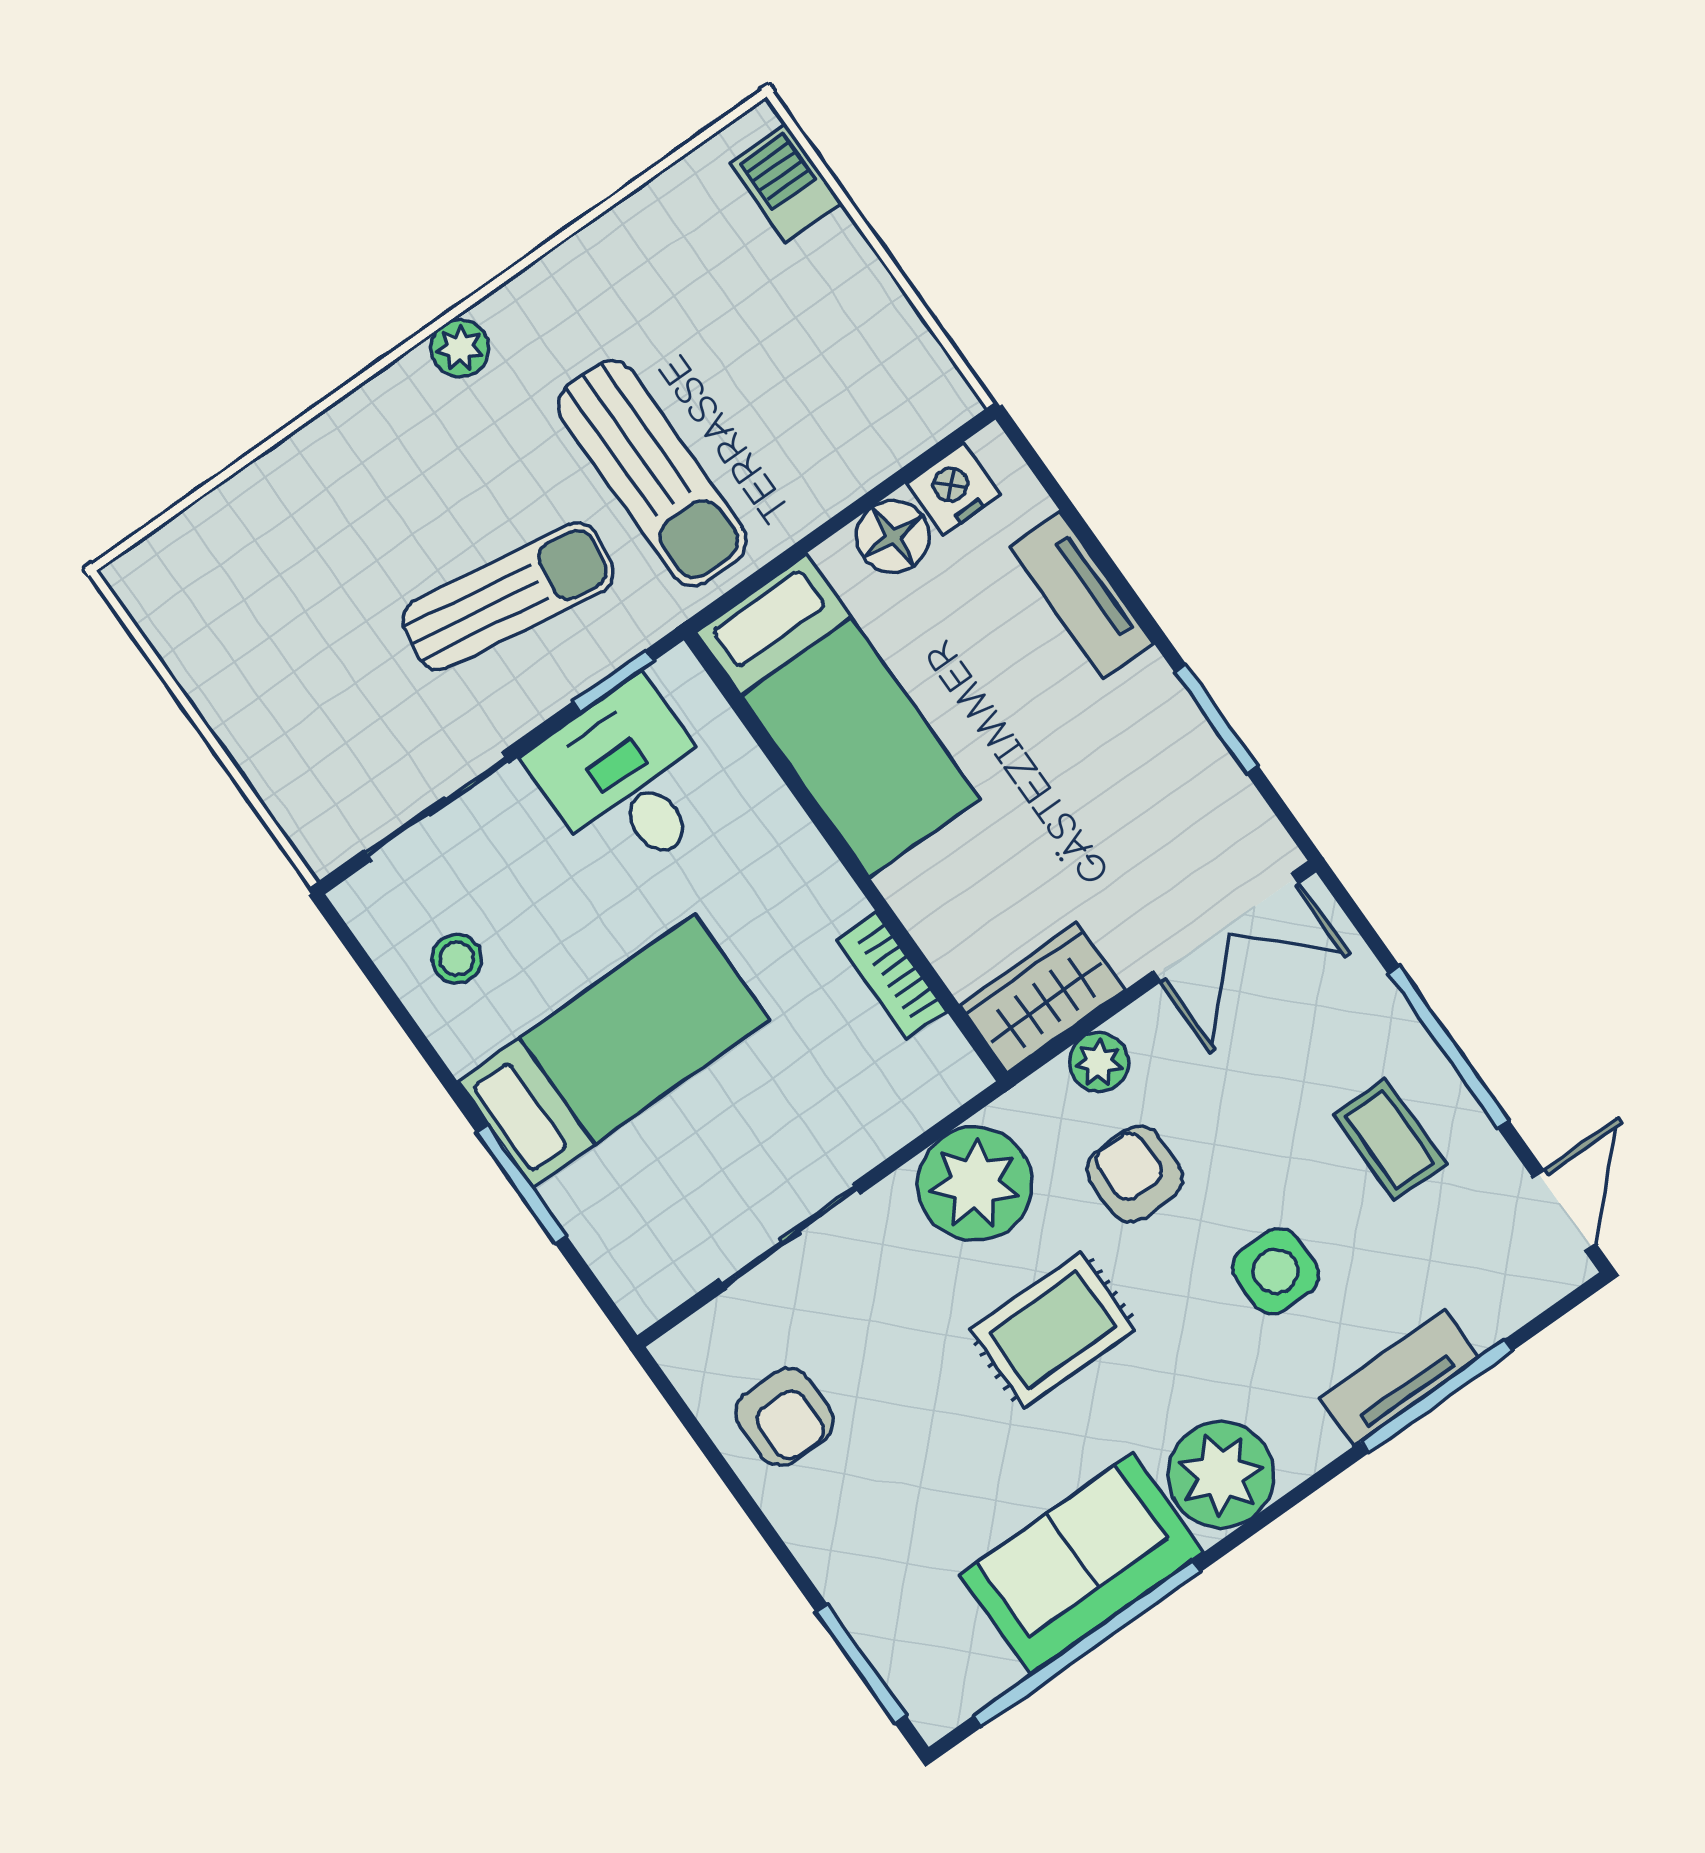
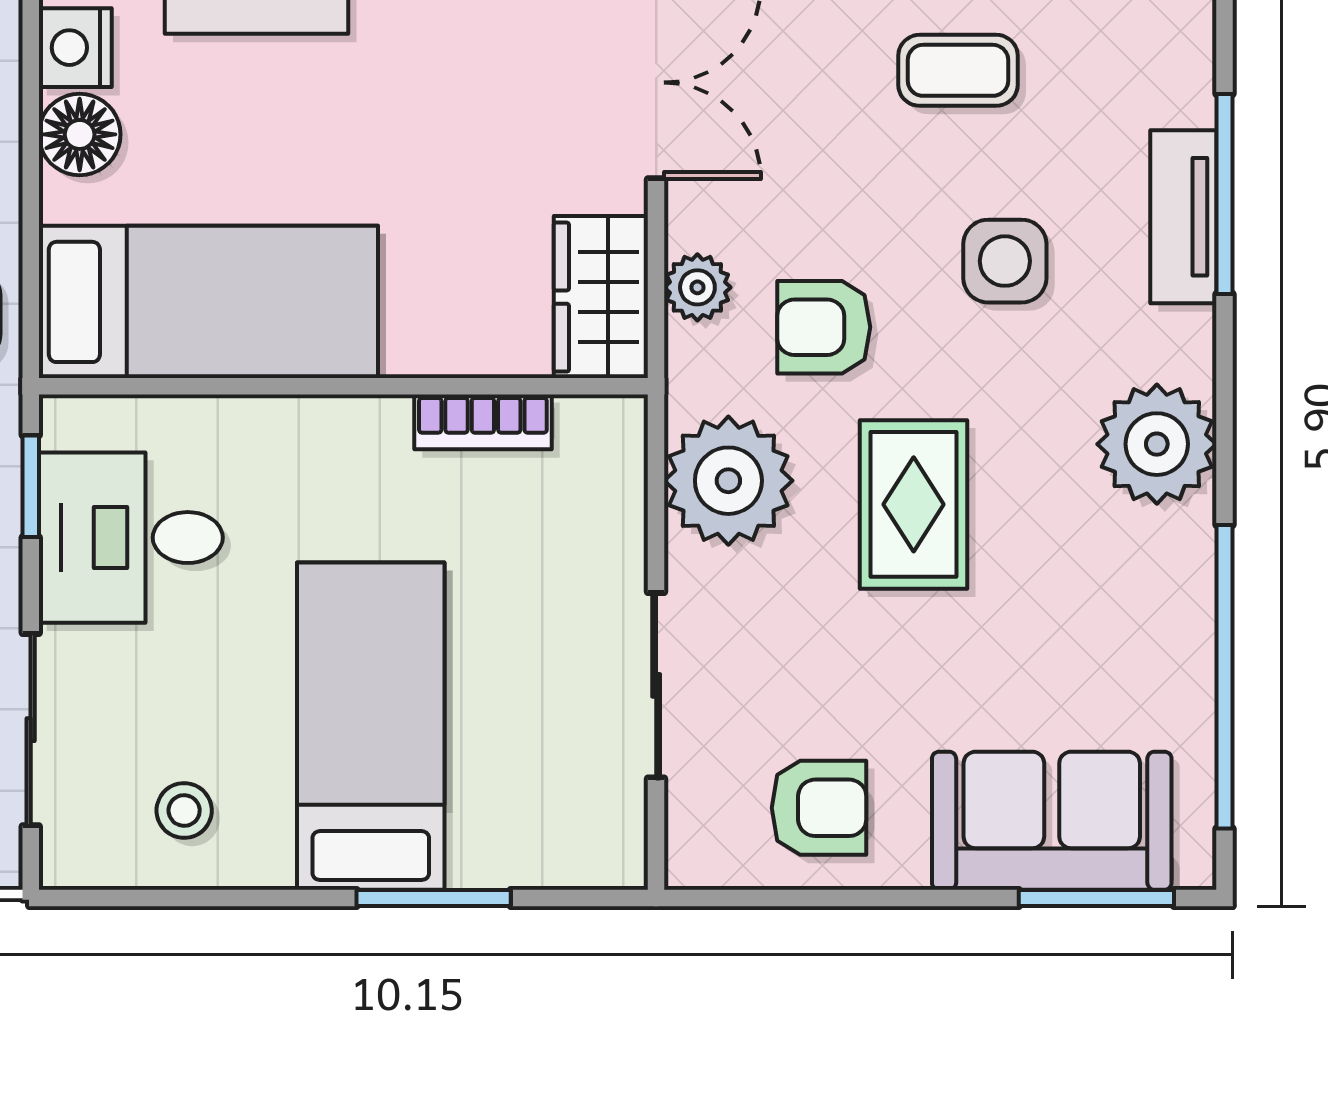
sofa: (1082, 1564) -> (1052, 821), moved, turned 90

